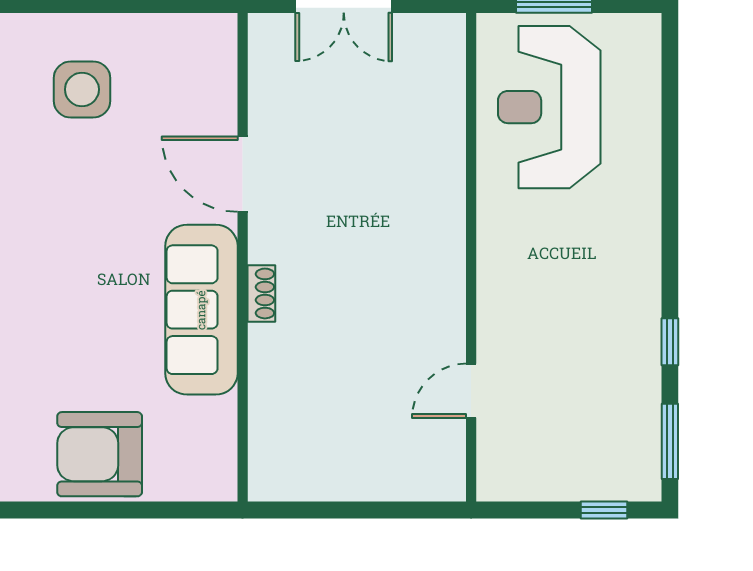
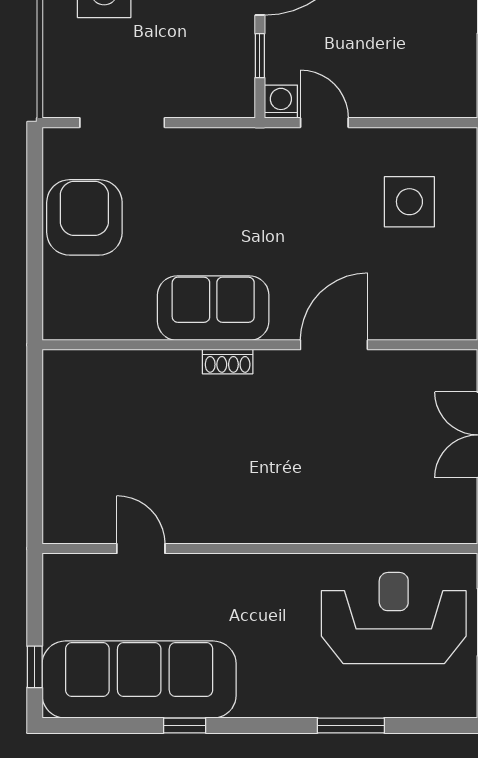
sofa: (201, 310) -> (213, 308), width x0.73
sofa: (618, 393) -> (139, 680), added
window: (670, 441) -> (351, 725), moved

